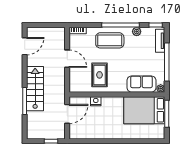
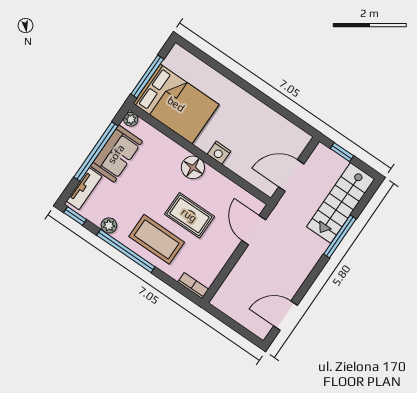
door: (67, 59) -> (254, 230), moved
rug: (99, 75) -> (189, 215), moved, turned 90
sofa: (141, 84) -> (116, 154), moved, turned -90
floor lamp: (116, 86) -> (193, 167), added
stairs: (35, 89) -> (341, 203), moved
nightstand: (96, 101) -> (219, 153), moved

